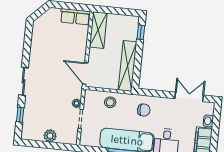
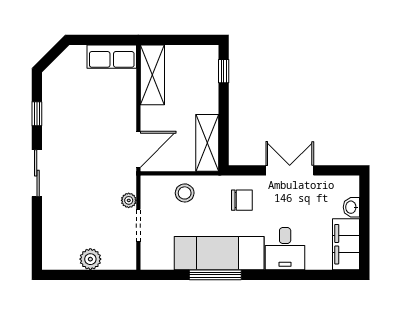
shelving: (127, 66) -> (207, 143), width x0.68
door: (85, 73) -> (138, 149), swing flipped
double door: (189, 97) -> (290, 170), moved
window: (20, 115) -> (37, 114), moved

